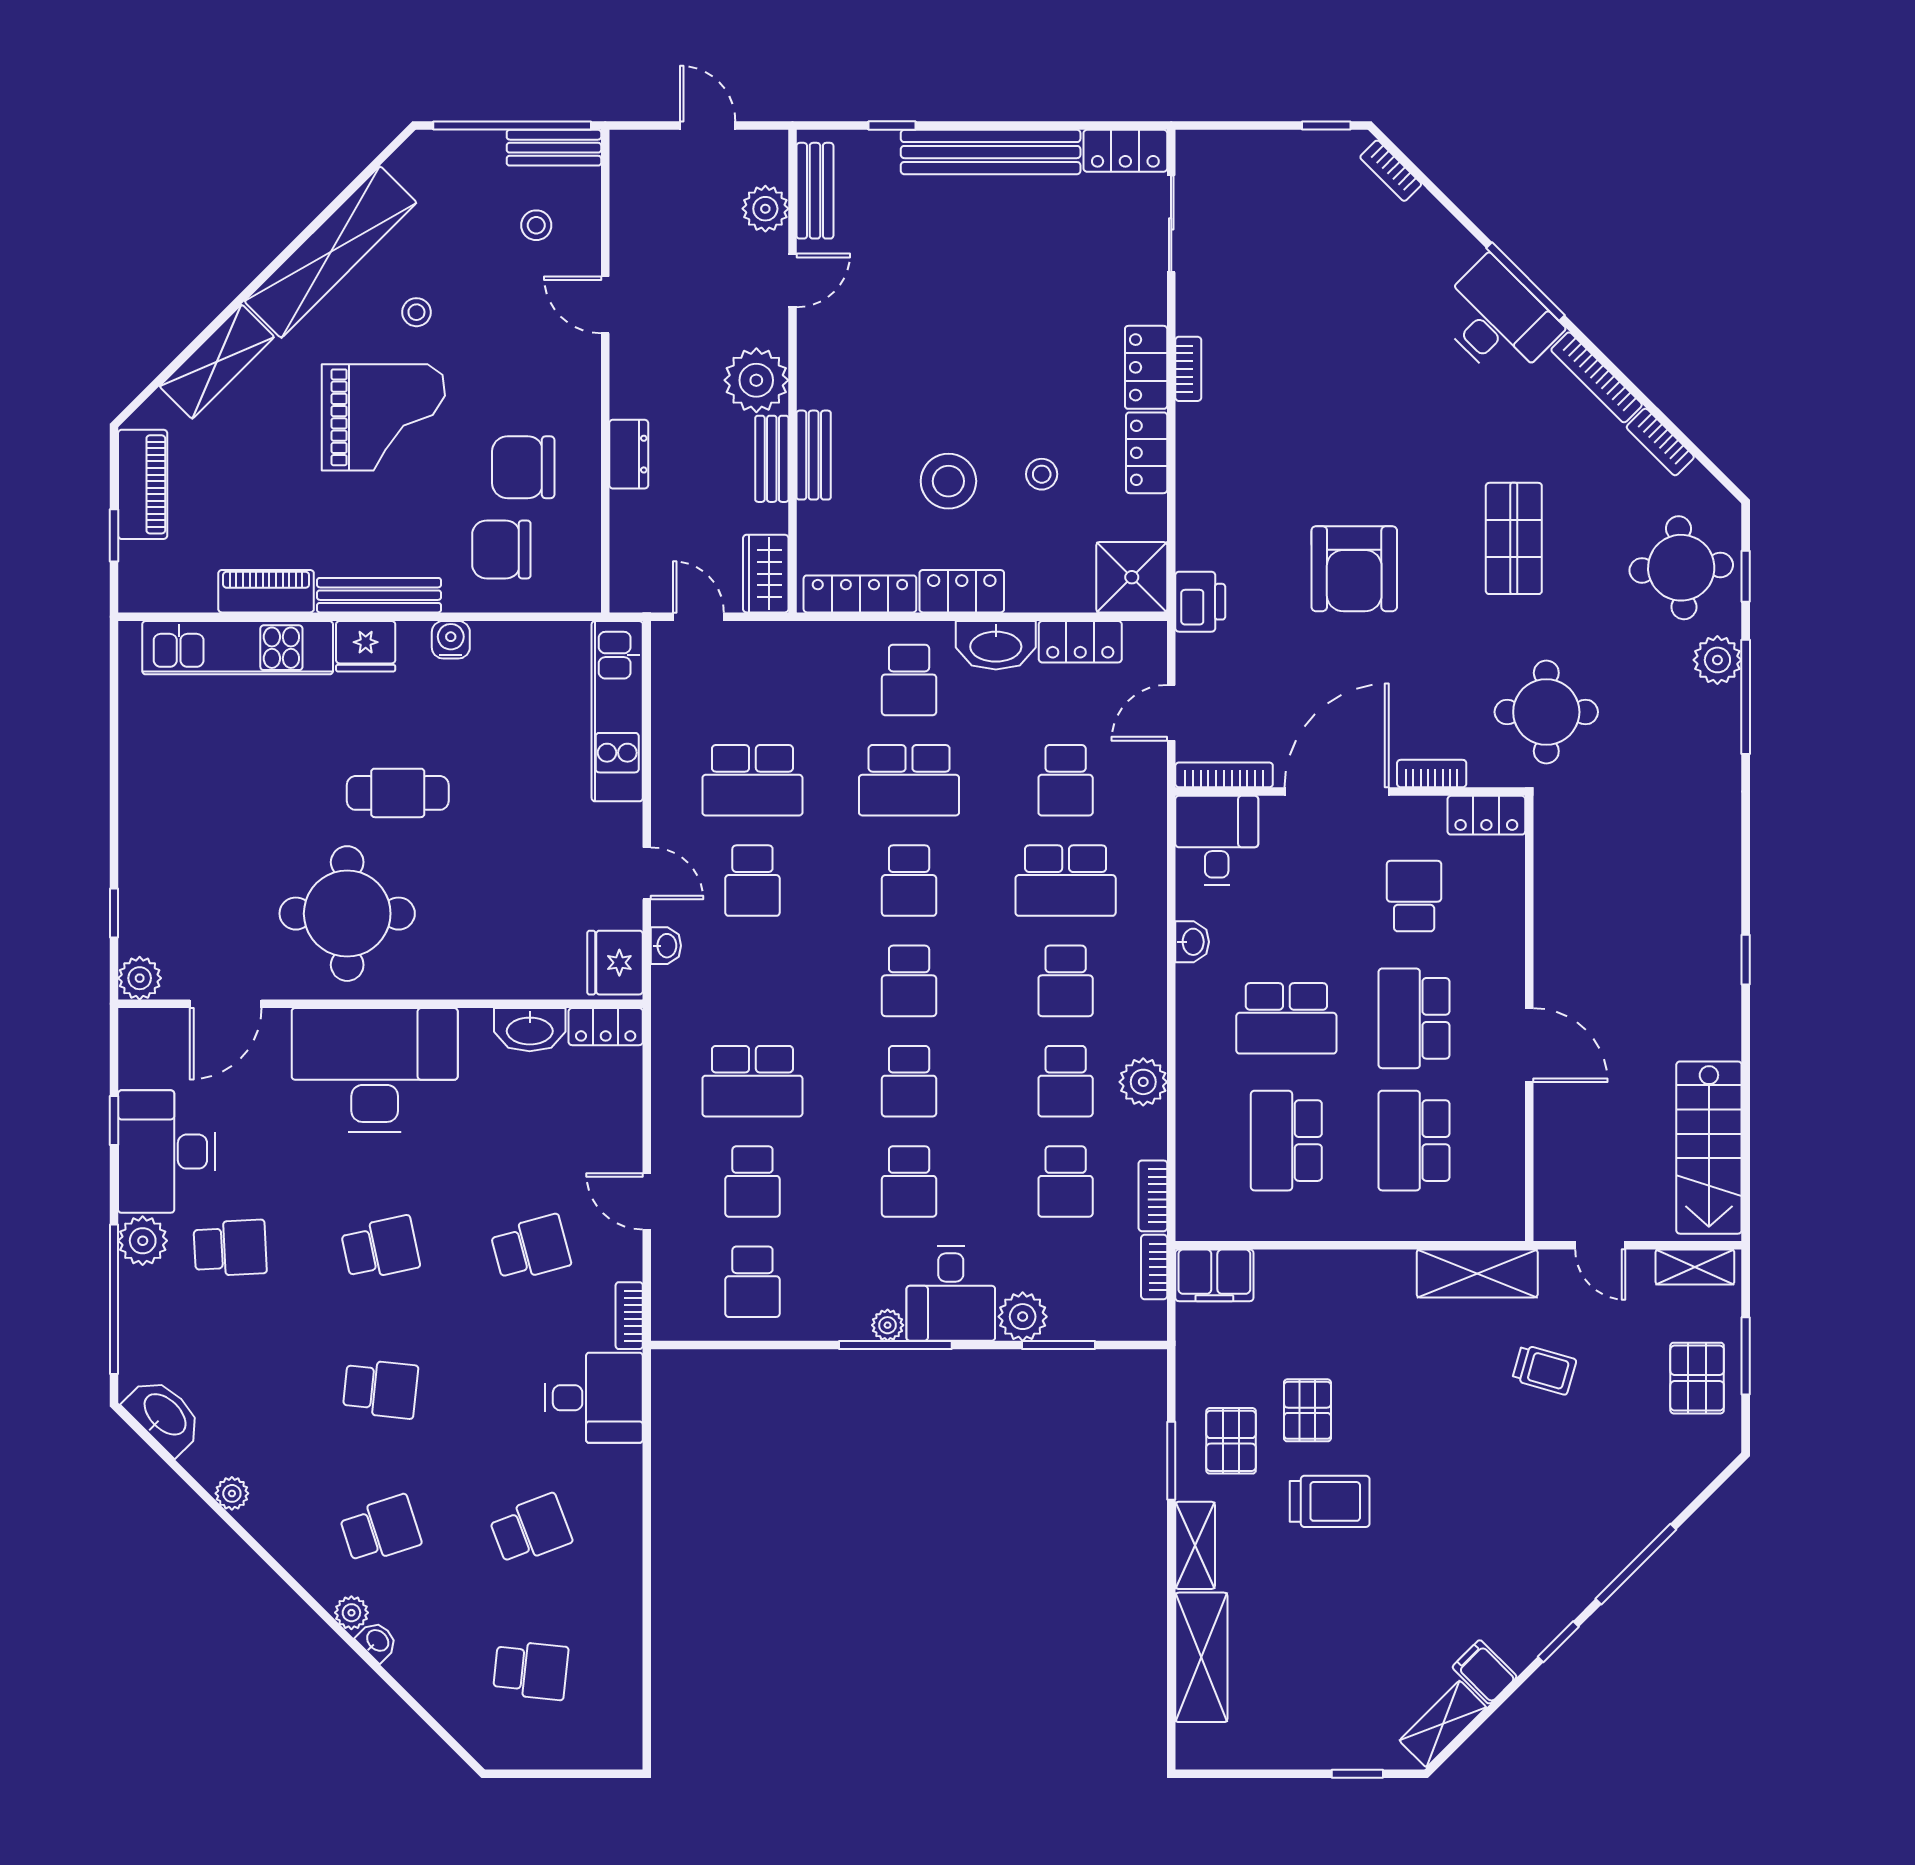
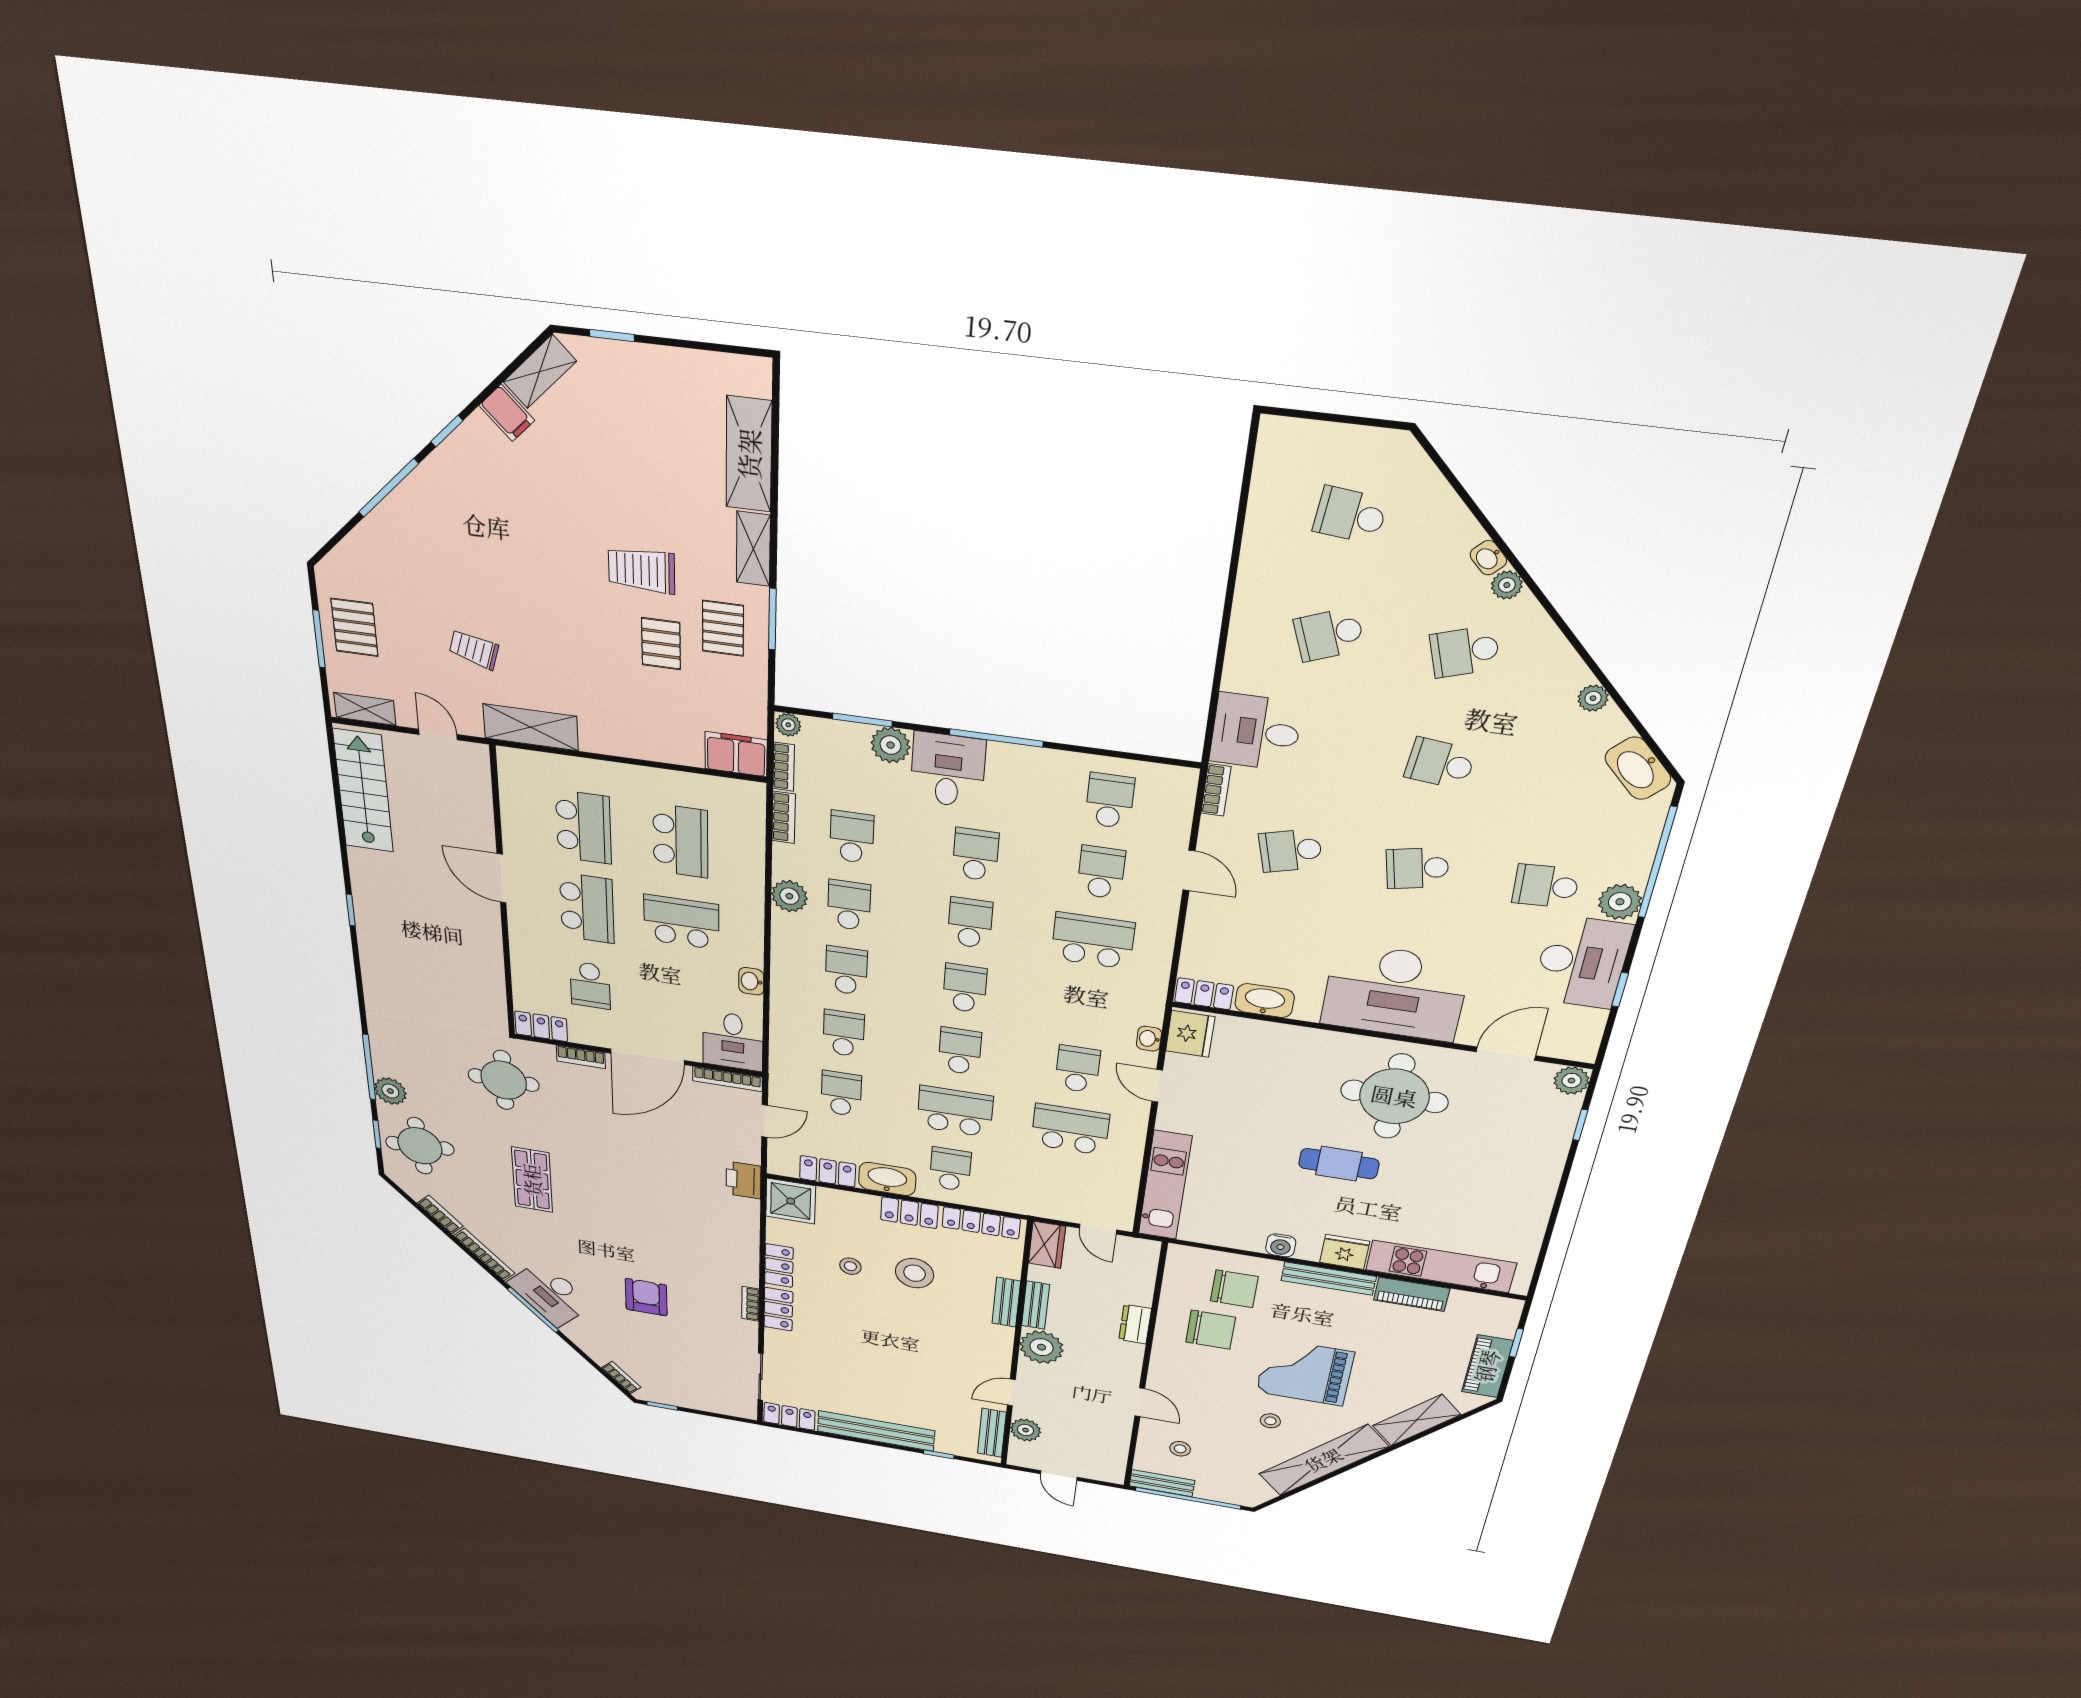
armchair: (1354, 569) -> (646, 1297), moved, width x0.73, depth x0.73
school desk: (1066, 881) -> (844, 1033), width x0.54
plant: (888, 1325) -> (788, 725), moved

